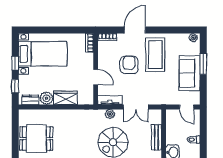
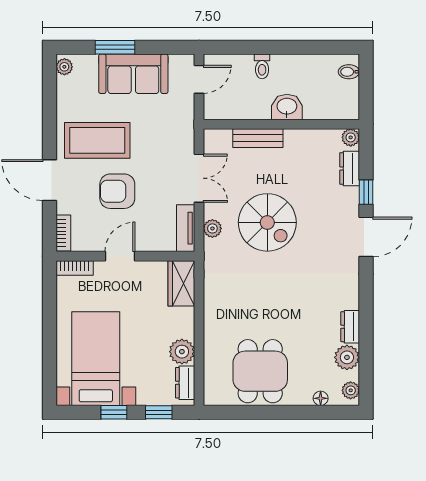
door: (96, 77) -> (120, 256), moved
wardrobe: (66, 98) -> (181, 283), moved

